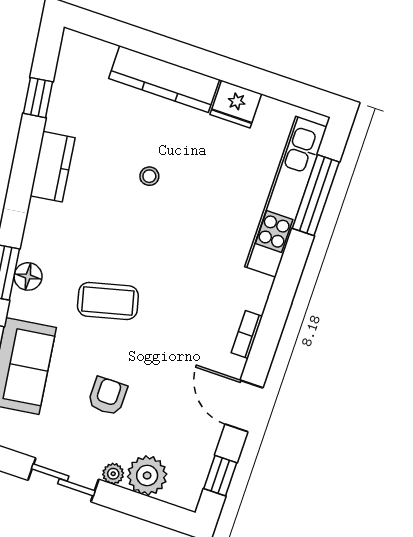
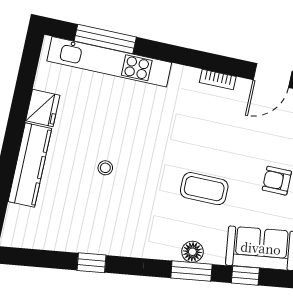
window: (38, 98) -> (92, 263), moved
kitchen counter: (53, 167) -> (106, 243), removed
coffee table: (108, 301) -> (204, 189), turned -76

